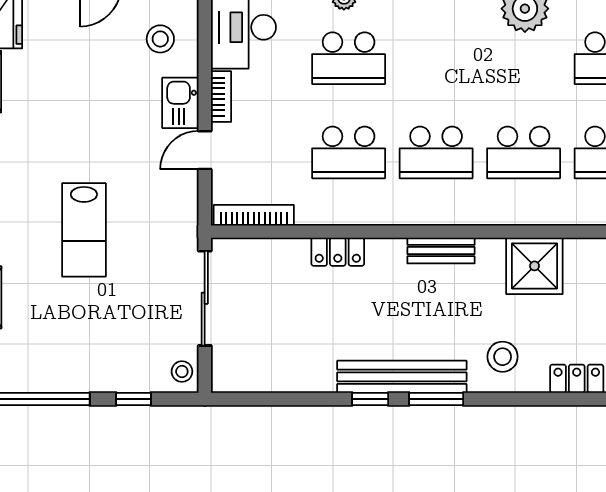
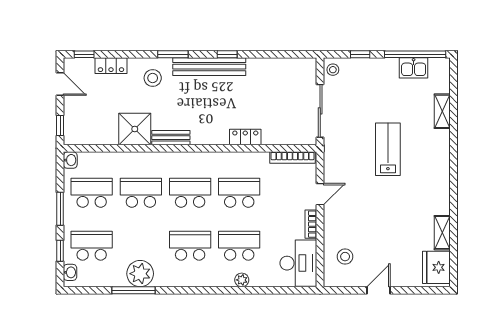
school desk: (436, 58) -> (190, 246), added
kitchen sink: (180, 103) -> (414, 68), moved, turned 90
bench: (441, 251) -> (171, 138), moved
window: (436, 399) -> (173, 54), moved

